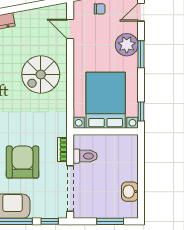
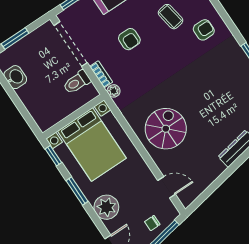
window: (141, 54) -> (77, 191), moved
plant: (61, 130) -> (114, 91), added
armchair: (23, 162) -> (129, 39), width x0.53, depth x0.53

